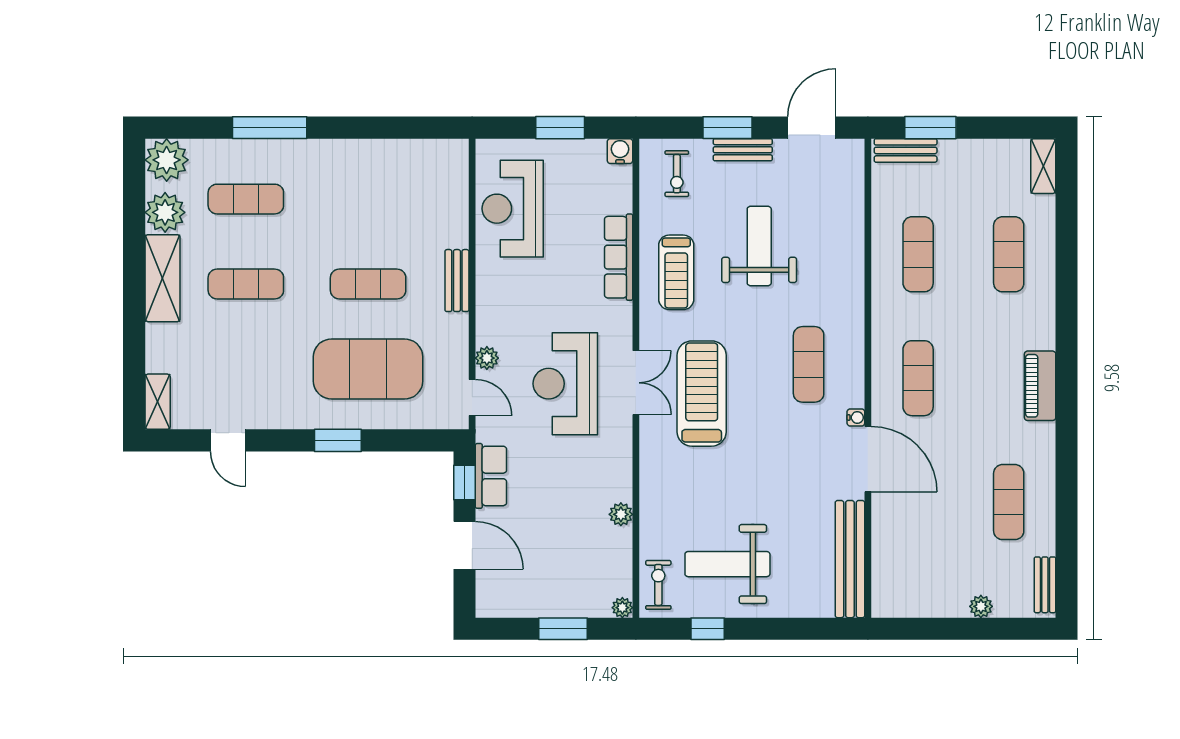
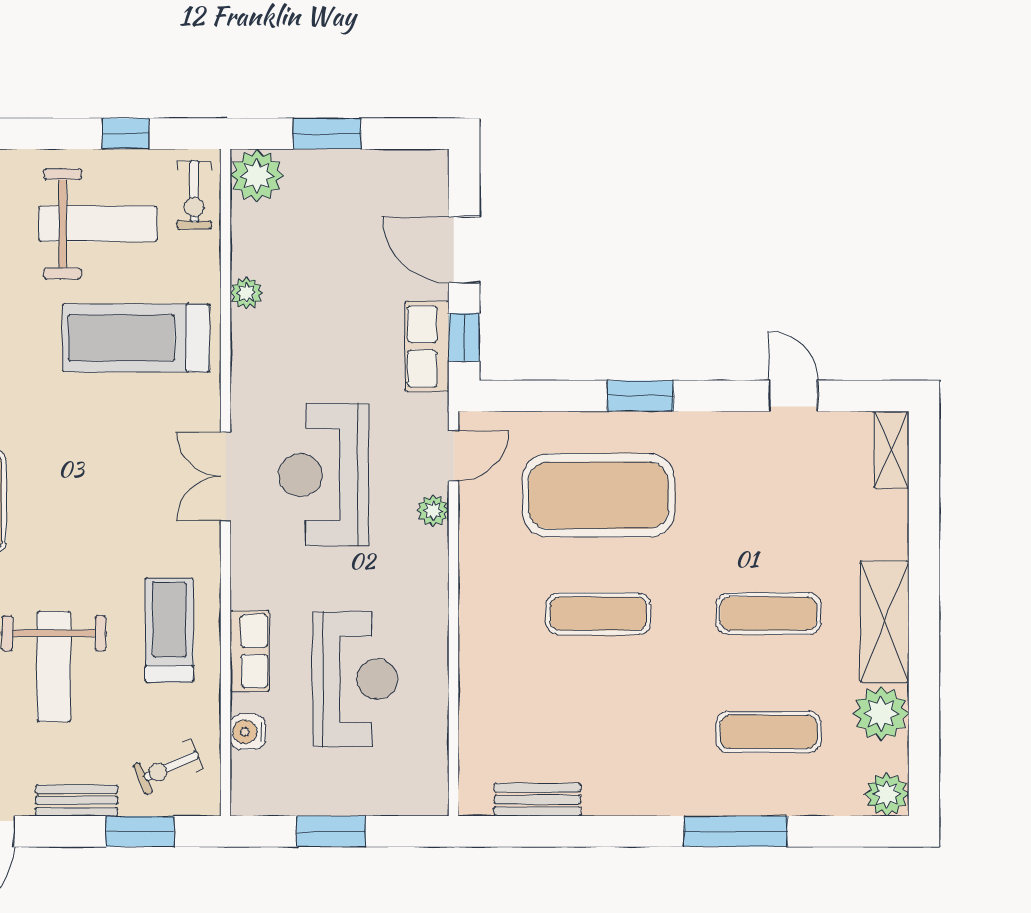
window: (728, 128) -> (140, 831), moved
water cooler: (620, 151) -> (248, 732), moved, turned 90
plant: (167, 160) -> (887, 794), width x0.73, depth x0.73
exercise bike: (677, 174) -> (168, 767), turned -114
reception desk: (513, 209) -> (355, 679), moved
row of seats: (619, 257) -> (250, 651), width x0.68
bench: (457, 281) -> (537, 800), moved, turned 90
reception desk: (565, 384) -> (324, 475), turned 180
treadmill: (702, 394) -> (136, 338), moved, turned 90
door: (472, 397) -> (454, 456), swing flipped
plant: (622, 608) -> (257, 176), width x1.87, depth x1.87

